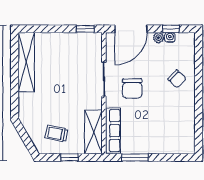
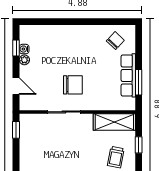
door: (131, 29) -> (16, 86), width x0.53
chair: (177, 79) -> (115, 41), moved
row of seats: (113, 131) -> (128, 75), moved, turned -90

